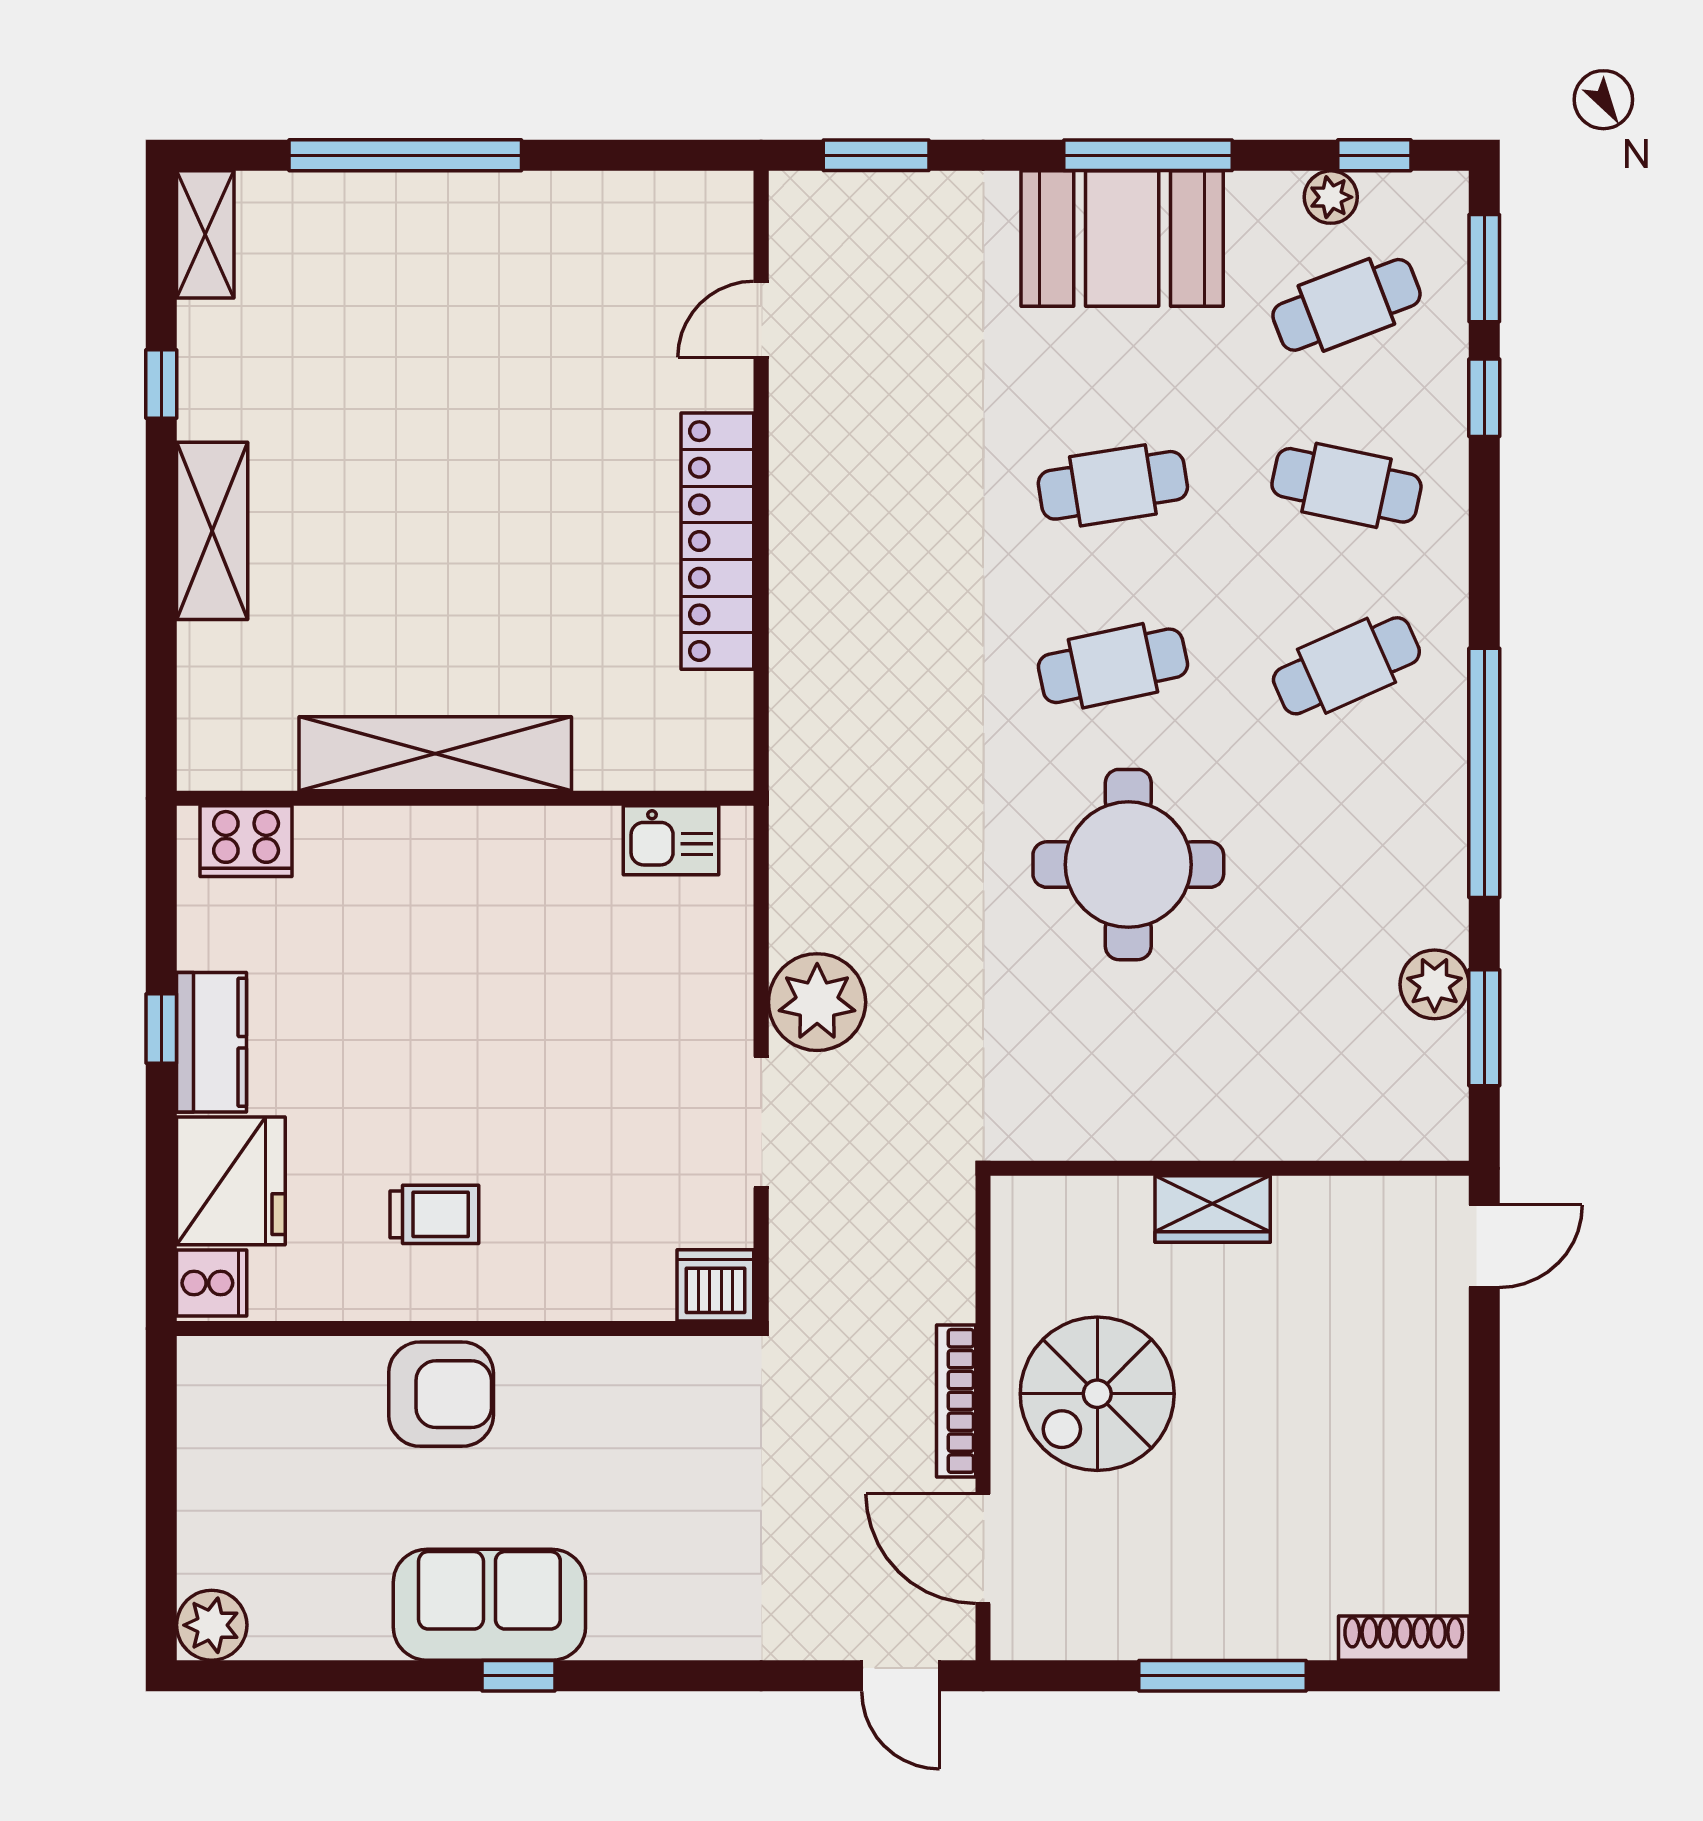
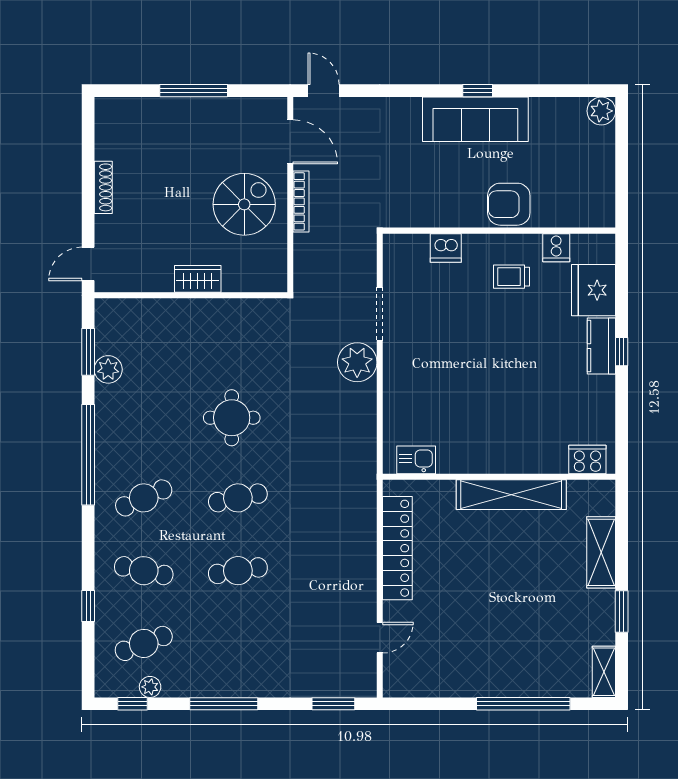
booth: (1122, 239) -> (234, 670), removed
window: (1484, 268) -> (88, 658), removed
window: (161, 384) -> (622, 612), width x1.50
shelving: (435, 754) -> (511, 495), moved
wall: (465, 798) -> (499, 477), moved
kitchen sink: (671, 840) -> (416, 460), moved
cooker: (246, 841) -> (587, 459), moved
round table: (1128, 865) -> (232, 418), width x0.73, depth x0.73
cooker: (212, 1283) -> (556, 248), moved, turned -90
dishwasher: (715, 1285) -> (446, 248), moved
sofa: (489, 1605) -> (475, 119), width x1.36
shoe rack: (1404, 1638) -> (103, 187), moved, turned -90

